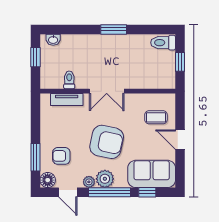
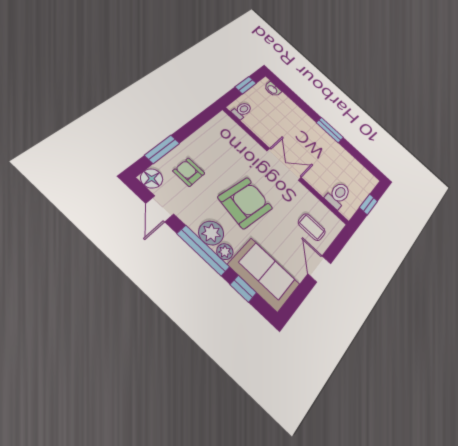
toilet: (163, 43) -> (338, 195), moved, turned 90
toilet: (69, 80) -> (242, 110), moved
double door: (107, 91) -> (284, 164), swing flipped
tv unit: (67, 100) -> (242, 136), removed
armchair: (107, 142) -> (245, 203), turned -93
plant: (89, 182) -> (225, 252), moved

